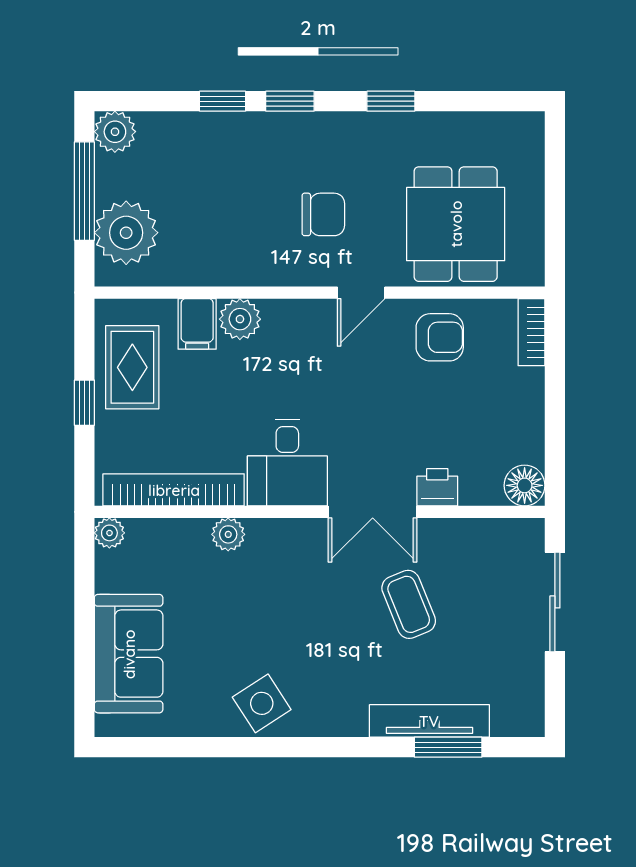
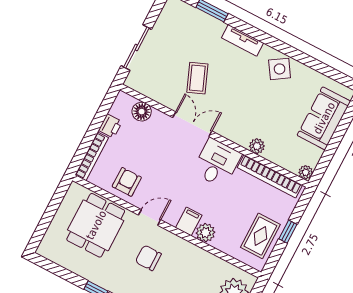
filing cabinet: (197, 324) -> (189, 221), moved
bookcase: (531, 332) -> (92, 156), width x1.56
armchair: (440, 337) -> (127, 182), turned 90
floor lamp: (525, 485) -> (142, 112), moved
printer: (437, 487) -> (110, 126), moved, turned -90
tv unit: (429, 721) -> (242, 40), moved, width x0.71

